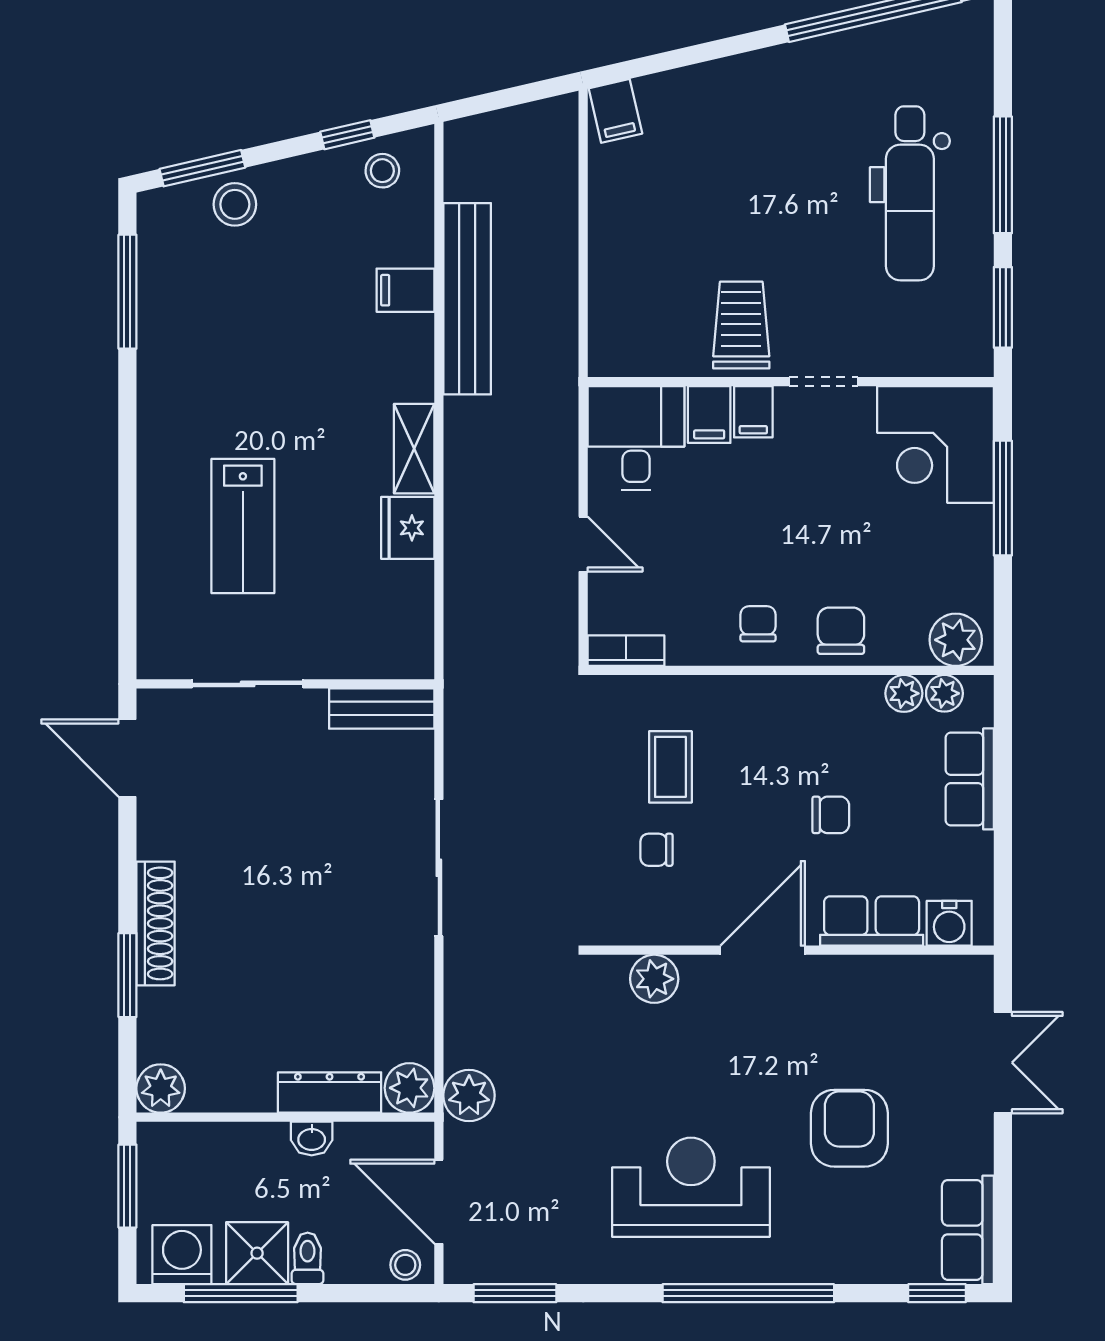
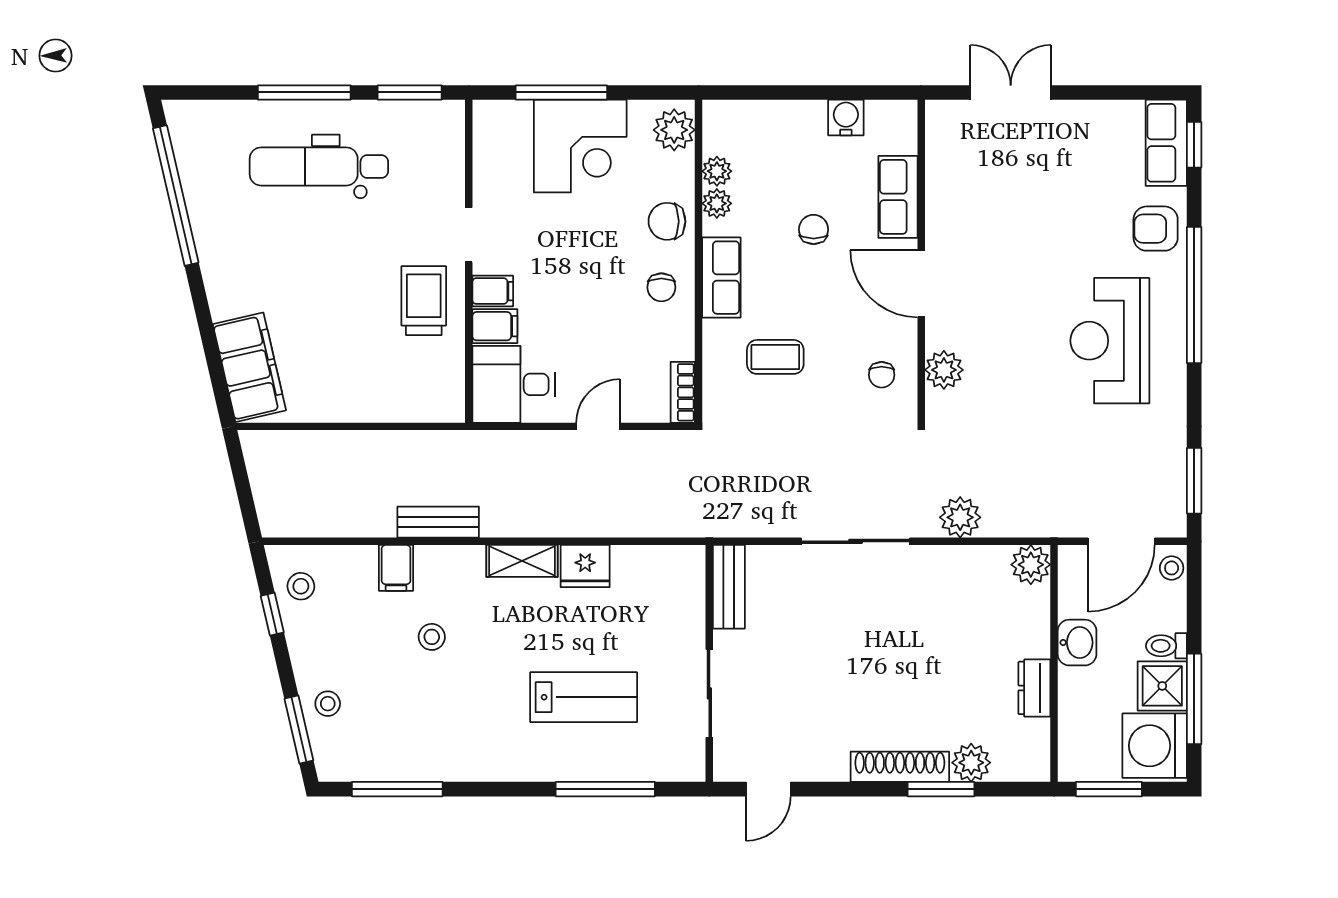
filing cabinet: (615, 111) -> (249, 367), width x3.00, depth x1.17
dental chair: (910, 193) -> (319, 166), turned 180
stool: (235, 204) -> (328, 704), width x0.73, depth x0.73
bench: (467, 299) -> (438, 522), width x0.54, depth x0.82
trolley: (741, 325) -> (424, 301), turned 90
stool: (319, 335) -> (432, 637), added
corner desk: (936, 444) -> (580, 146), moved
window: (127, 553) -> (605, 789), added
chair: (758, 624) -> (661, 287), turned -90
plant: (944, 693) -> (717, 203), moved
door: (127, 758) -> (768, 789), width x0.73
row of seats: (970, 779) -> (721, 278), moved, turned -90
chair: (657, 850) -> (882, 375), moved
water cooler: (949, 923) -> (846, 117), moved, turned -90
plant: (161, 1088) -> (971, 763), moved
dresser: (330, 1092) -> (1034, 688), moved, width x0.70
plant: (469, 1095) -> (960, 517), moved
armchair: (849, 1128) -> (1156, 229), moved, width x0.72, depth x0.72
washbasin: (312, 1139) -> (1077, 643), width x1.38, depth x1.45
row of seats: (968, 1230) -> (1166, 143), moved, turned 90
washing machine: (182, 1255) -> (1155, 746), width x1.37, depth x1.37

